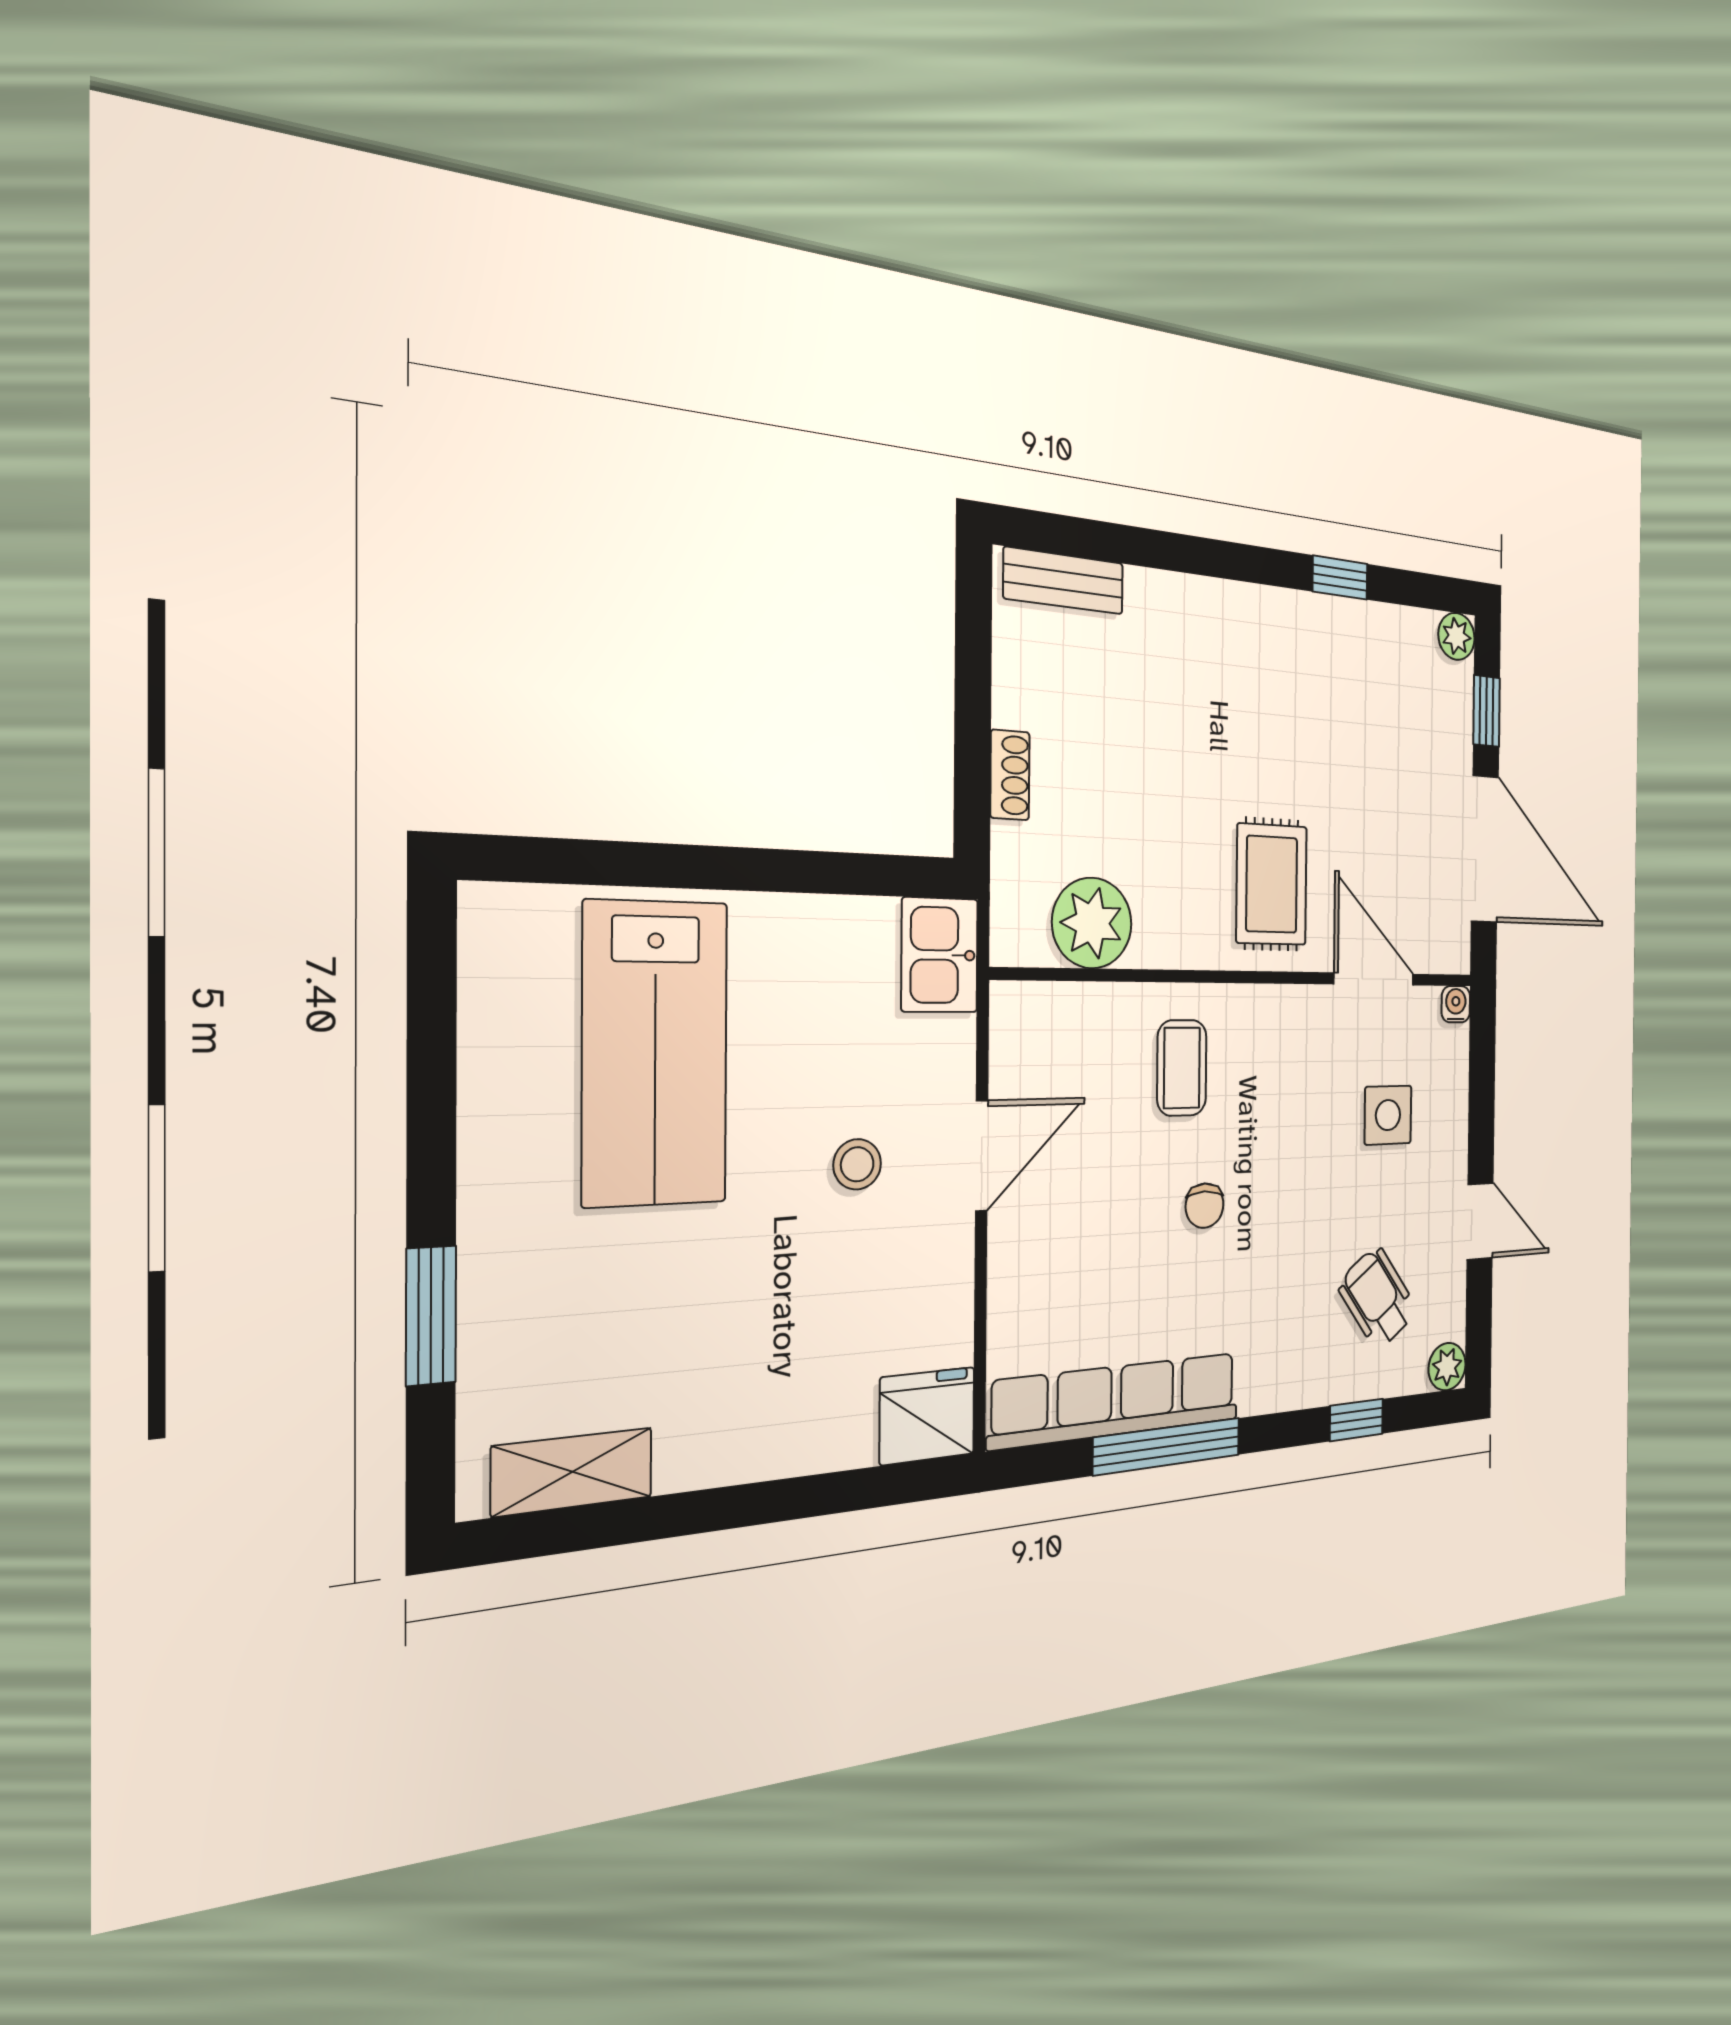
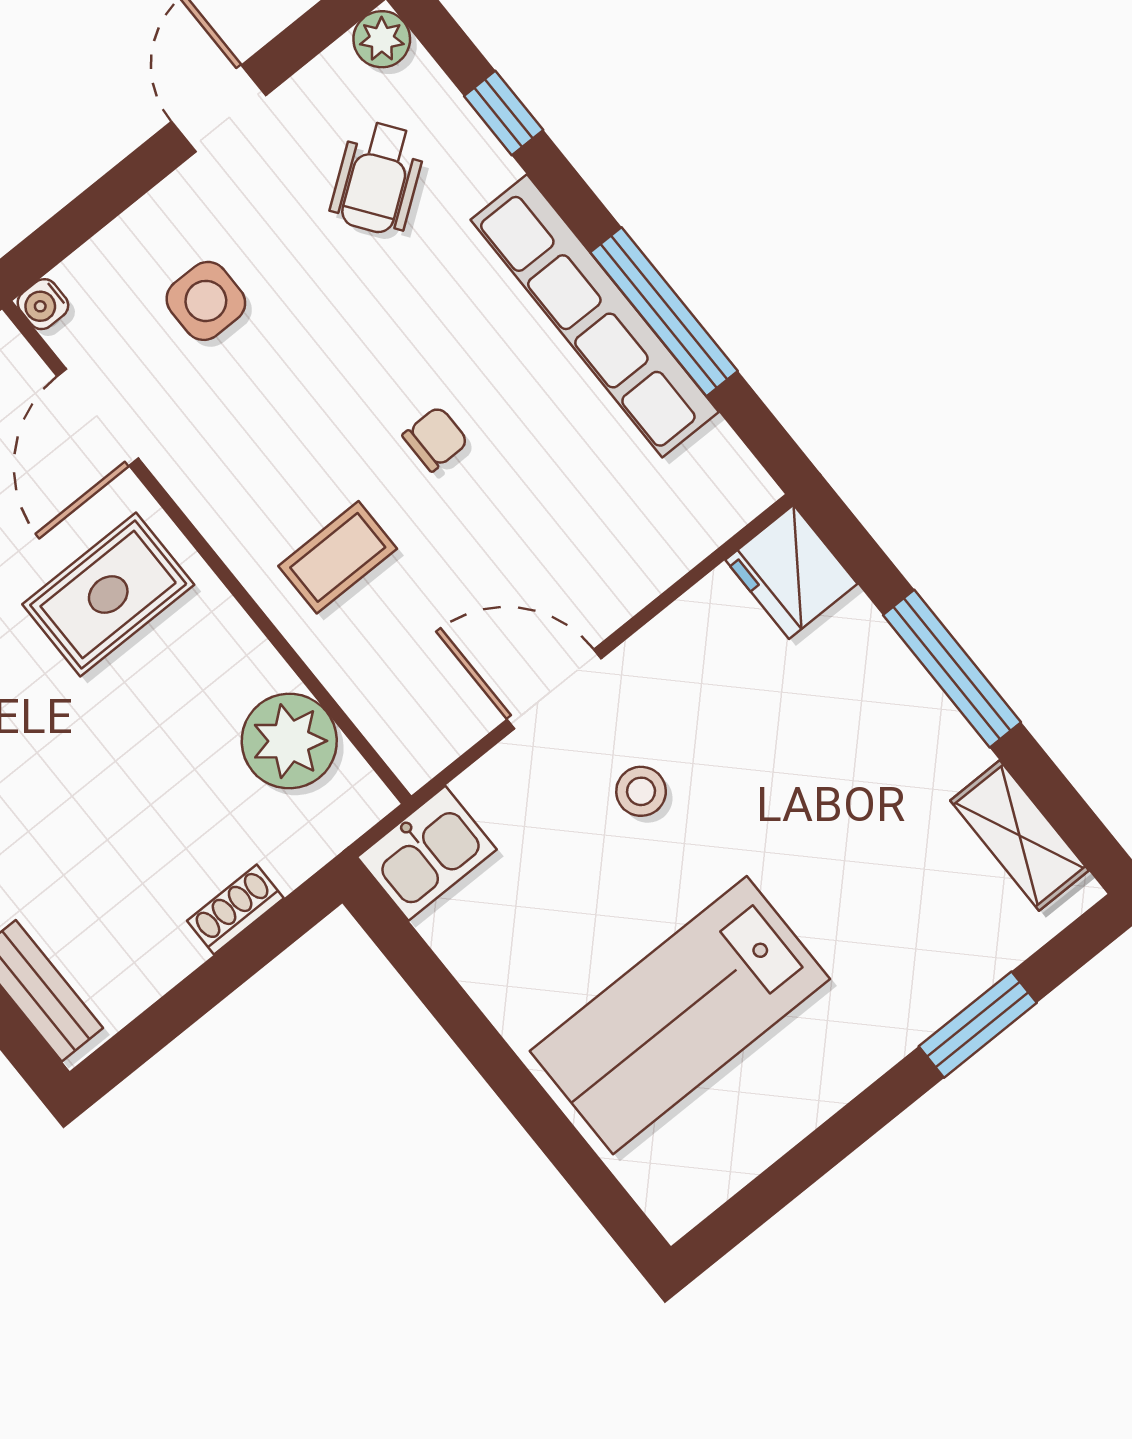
lab bench: (655, 1053) -> (680, 1015), turned 180
row of seats: (1116, 1400) -> (595, 316), moved
window: (757, 1504) -> (952, 669), added

